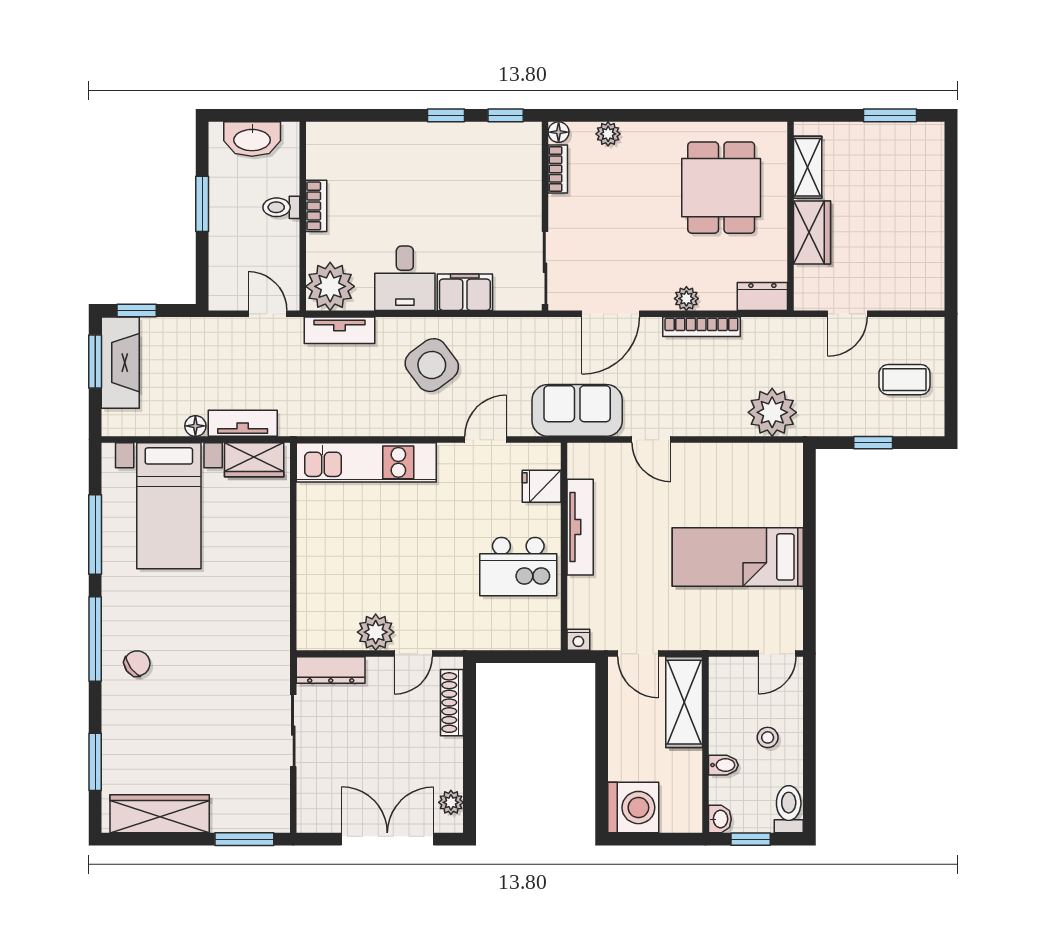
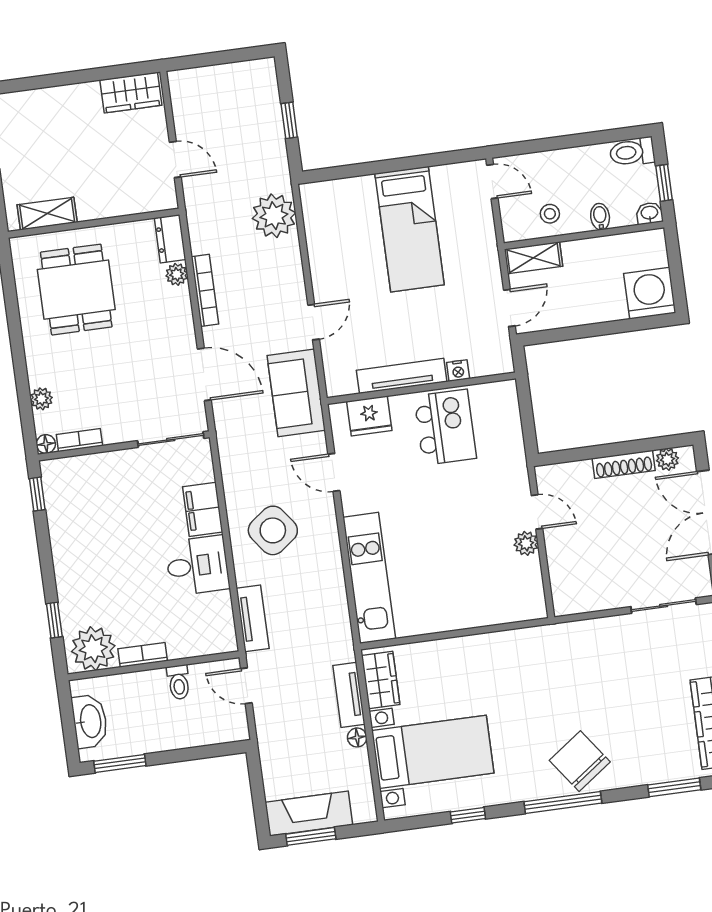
window: (446, 115) -> (54, 620), moved
dining table: (721, 188) -> (76, 290), turned 90
window: (202, 204) -> (120, 763), moved
toilet: (281, 207) -> (179, 682), moved
wardrobe: (812, 232) -> (131, 93), moved, turned 180
plant: (330, 286) -> (93, 649), moved
plant: (686, 299) -> (177, 274), moved
window: (137, 311) -> (260, 805), removed
door: (268, 314) -> (246, 686), hinge flipped
coffee table: (904, 380) -> (228, 100), removed
fridge: (542, 486) -> (369, 416), width x1.38
window: (95, 534) -> (468, 815), width x0.46
plant: (376, 632) -> (526, 543), width x0.73, depth x0.73
nightstand: (578, 640) -> (458, 371), moved, turned 90
chair: (137, 663) -> (580, 761), width x1.87, depth x1.87
dresser: (331, 670) -> (562, 585), removed
shelving: (684, 702) -> (533, 258), width x0.67, depth x0.75
shoe rack: (452, 703) -> (624, 464), moved
sliding door: (293, 731) -> (664, 606), moved
stool: (768, 737) -> (550, 214), moved

